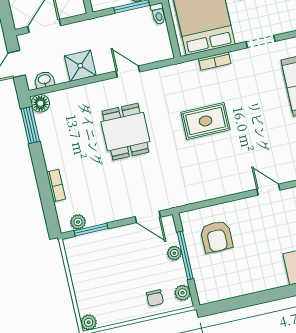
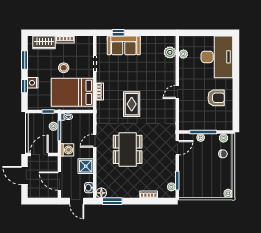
washing machine: (101, 28) -> (67, 150), added
dining table: (125, 132) -> (128, 149), width x1.38
door: (268, 190) -> (177, 92), moved
armchair: (216, 237) -> (216, 98), moved

